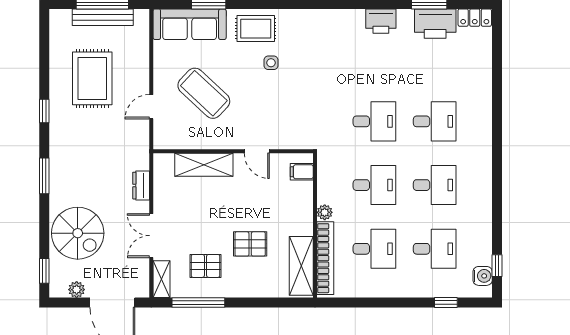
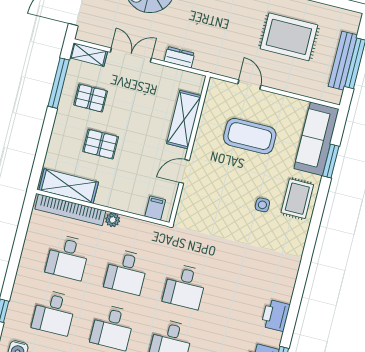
coffee table: (204, 93) -> (250, 136), turned 47
pallet: (250, 244) -> (101, 144), turned 90
pallet: (205, 266) -> (91, 98), turned 90

